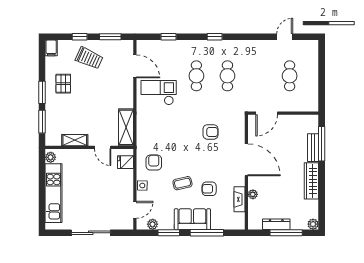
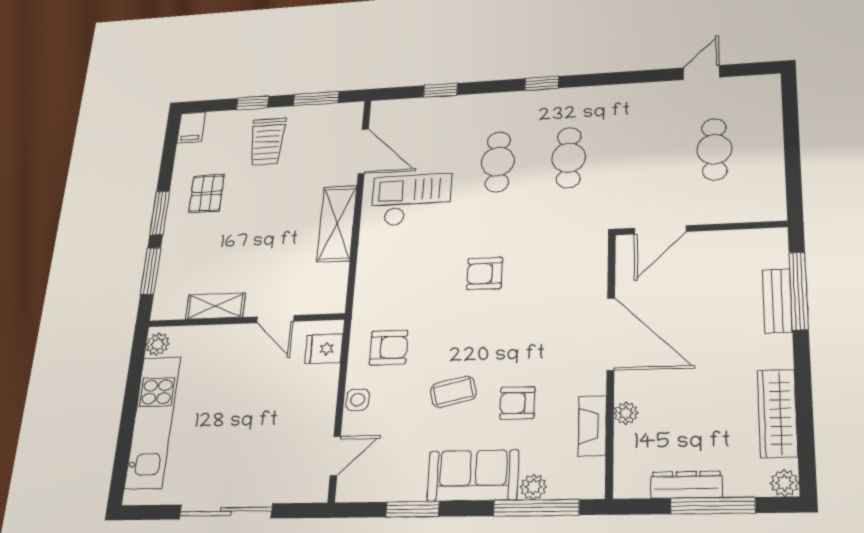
trolley: (89, 58) -> (267, 141), turned 66
shelving: (126, 127) -> (337, 224), moved
armchair: (210, 132) -> (485, 273), moved, turned 180
armchair: (154, 163) -> (389, 348), turned 90
wardrobe: (311, 181) -> (777, 413), moved
plant: (153, 224) -> (533, 487), moved
window: (207, 233) -> (536, 508), moved

